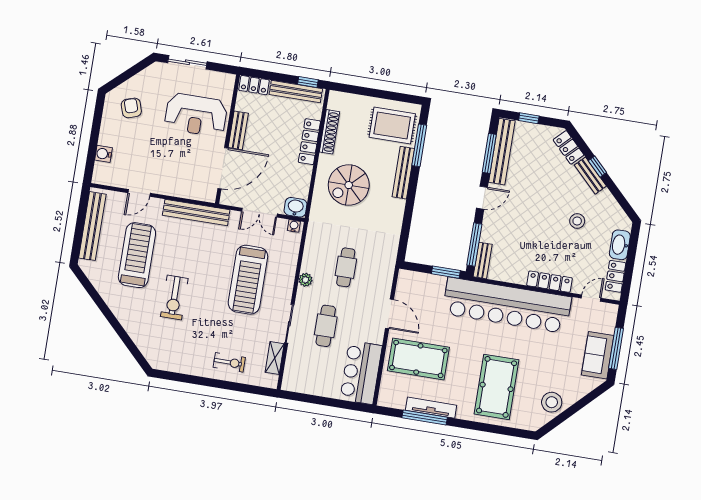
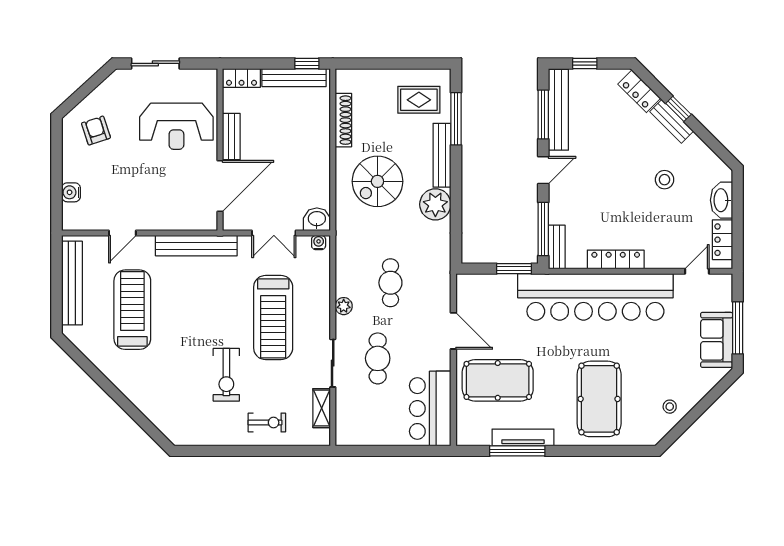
rug: (392, 125) -> (419, 100), width x0.73, depth x0.70
locker: (309, 142) -> (321, 136), removed
plant: (392, 211) -> (435, 204), added
locker: (549, 282) -> (616, 259), moved
exercise bike: (174, 298) -> (226, 375), moved
stool: (552, 402) -> (670, 407), width x0.53, depth x0.53

